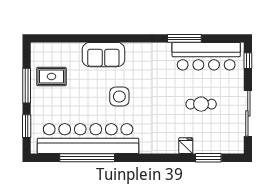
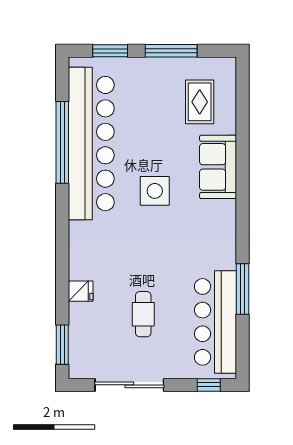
rug: (51, 76) -> (200, 102), moved
window: (208, 158) -> (62, 345), moved

